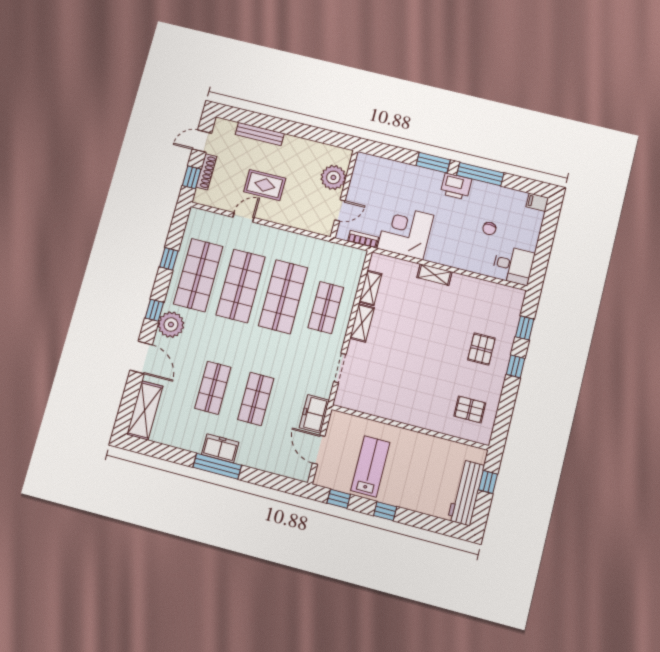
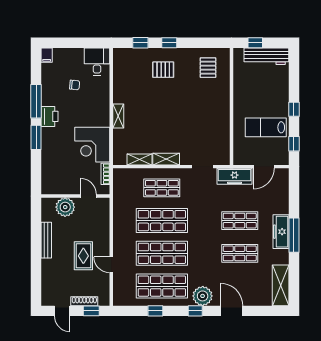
bench: (260, 134) -> (46, 240), moved
door: (141, 358) -> (232, 311), hinge flipped
shelving: (145, 410) -> (281, 285), moved, turned 90
freezer: (314, 414) -> (235, 176), width x1.40
freezer: (220, 448) -> (281, 232), width x1.40

